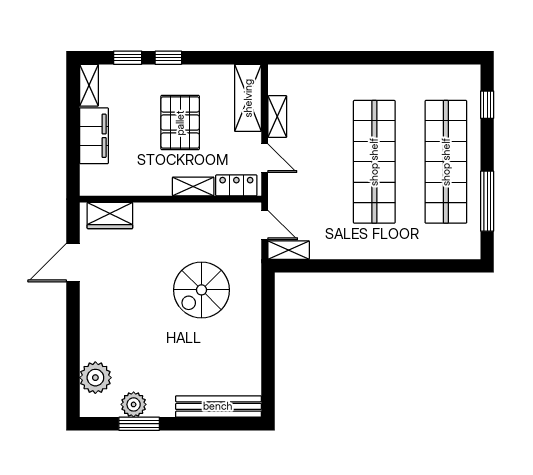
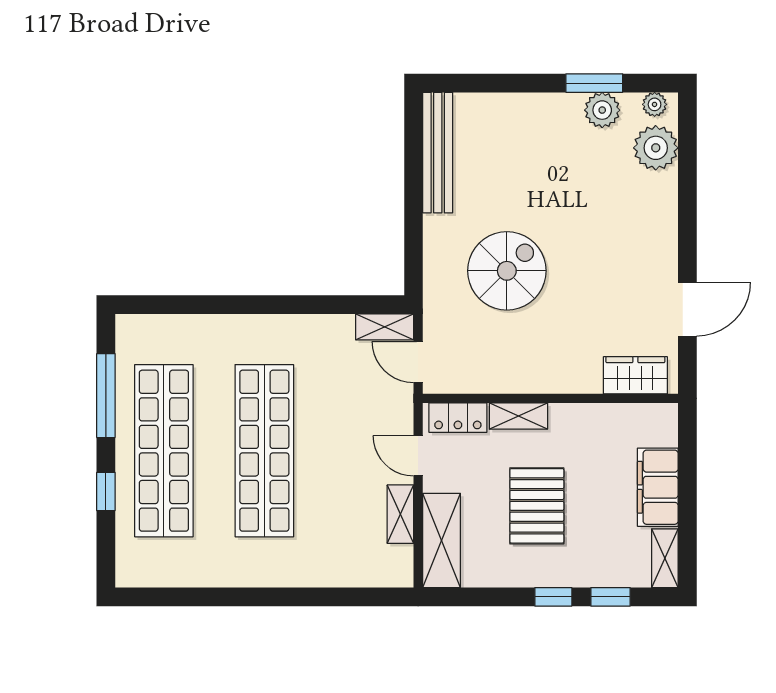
window: (487, 105) -> (106, 491), moved
bench: (218, 406) -> (438, 153), moved, turned 90
plant: (96, 409) -> (655, 104), added

